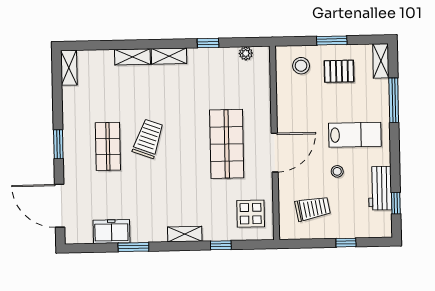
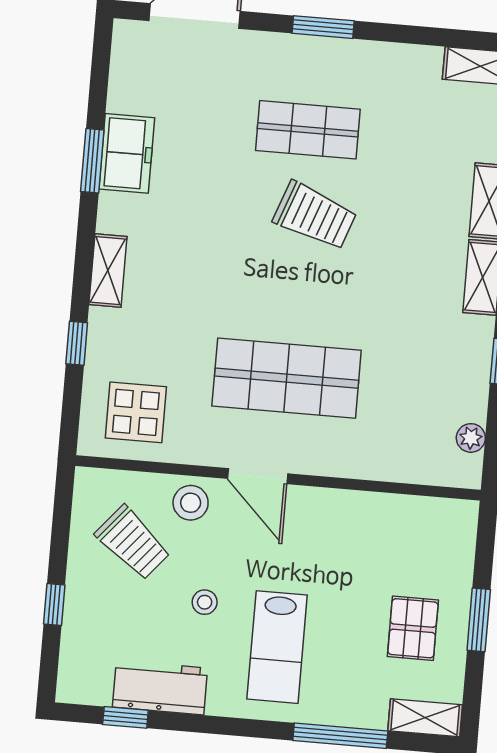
stool: (301, 66) -> (191, 503), moved
door: (275, 153) -> (258, 476), width x0.73
trolley: (313, 208) -> (133, 543), turned -40
freezer: (111, 231) -> (127, 153), moved

